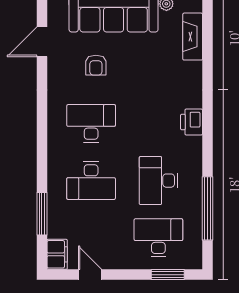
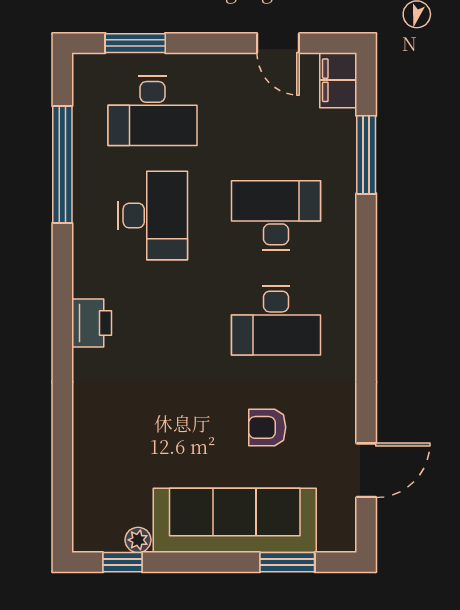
fireplace: (193, 37) -> (90, 480), removed
armchair: (96, 65) -> (267, 427), turned -90

